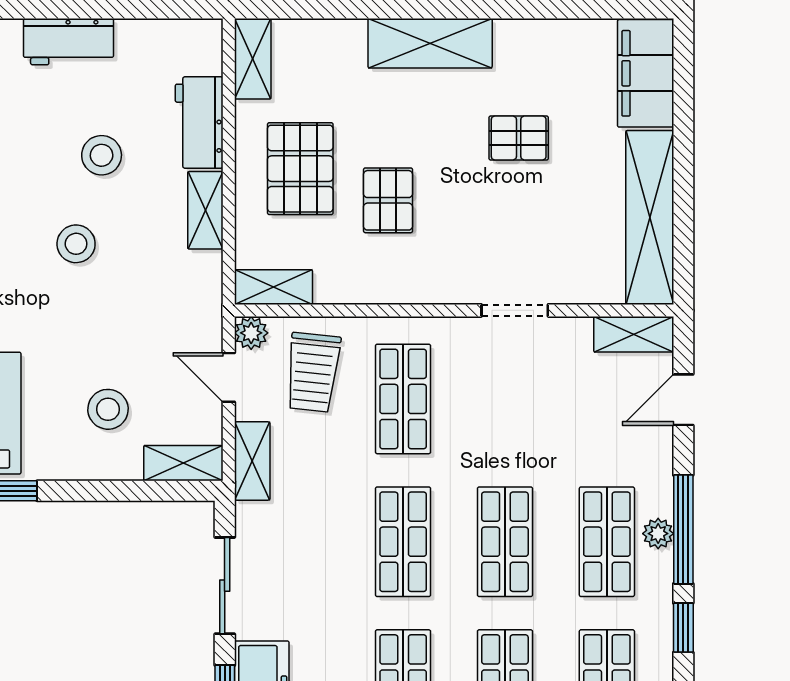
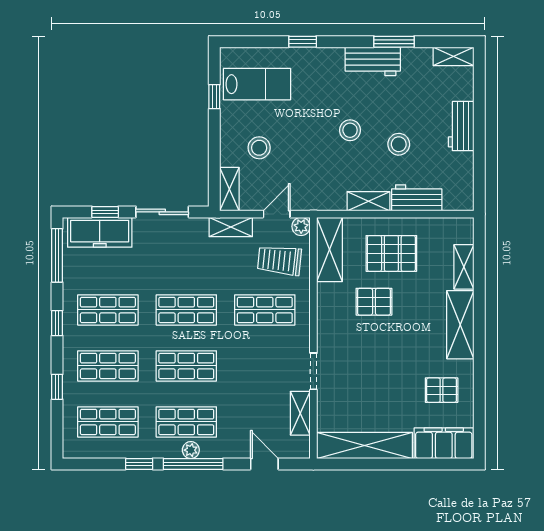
shelving: (253, 59) -> (464, 267), moved, turned 90
pallet: (519, 138) -> (442, 390), moved, turned 90
shelving: (273, 287) -> (329, 249), width x1.50, depth x1.33
shelving: (634, 334) -> (300, 413), moved

